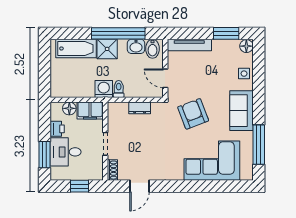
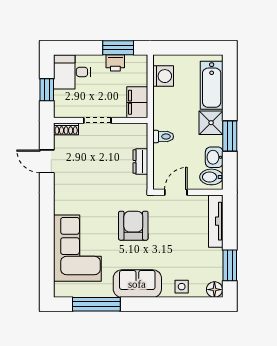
window: (118, 33) -> (230, 136), width x0.47
washing machine: (104, 89) -> (163, 76), moved
floor lamp: (69, 108) -> (140, 77), removed
armchair: (193, 114) -> (133, 226), turned -69
desk: (66, 152) -> (72, 72), moved, turned -90
window: (45, 155) -> (118, 48), moved

